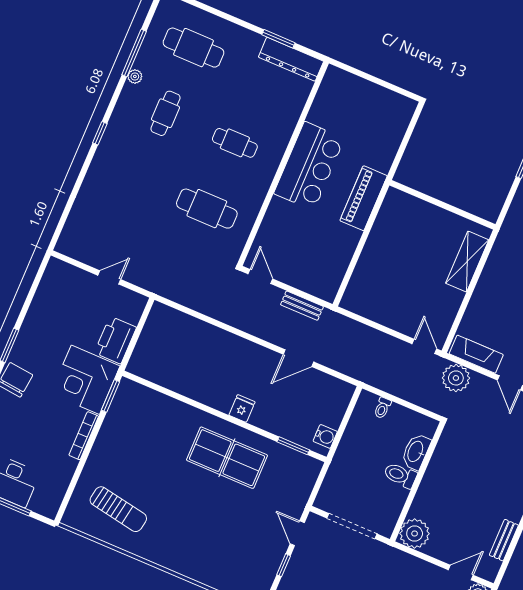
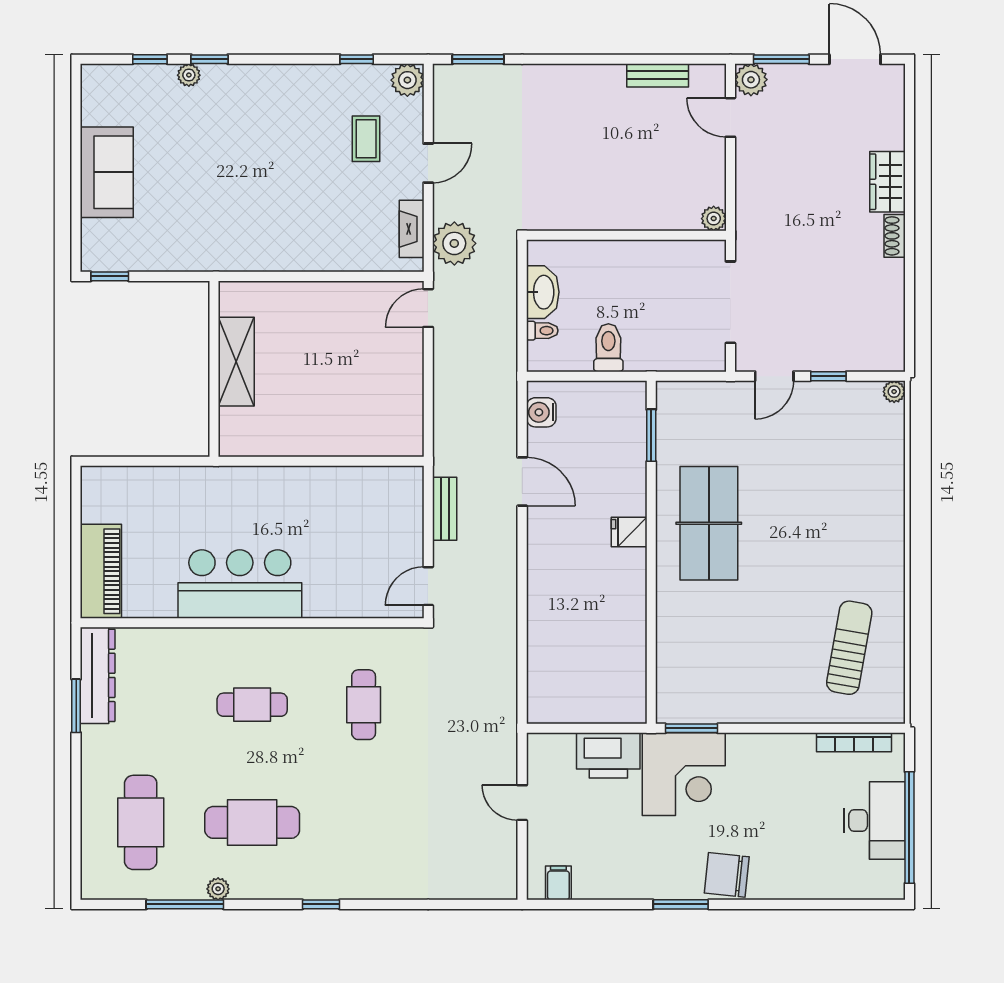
cafe table: (165, 113) -> (252, 822), width x1.37, depth x1.35
cafe table: (235, 143) -> (252, 705), turned 90
piano: (364, 198) -> (101, 571), moved, turned -90
cafe table: (207, 209) -> (364, 705), width x0.73, depth x0.74
shelving: (467, 262) -> (236, 362), moved, turned 90
filing cabinet: (53, 279) -> (558, 883), added
fireplace: (476, 354) -> (412, 229), width x0.73, depth x0.76
bookcase: (84, 436) -> (854, 742), moved
water cooler: (325, 436) -> (541, 412), moved, turned -90
washbasin: (416, 452) -> (543, 292), moved, turned -90
toilet: (400, 475) -> (608, 348), moved, turned 180
plant: (415, 533) -> (714, 219), width x0.53, depth x0.53

